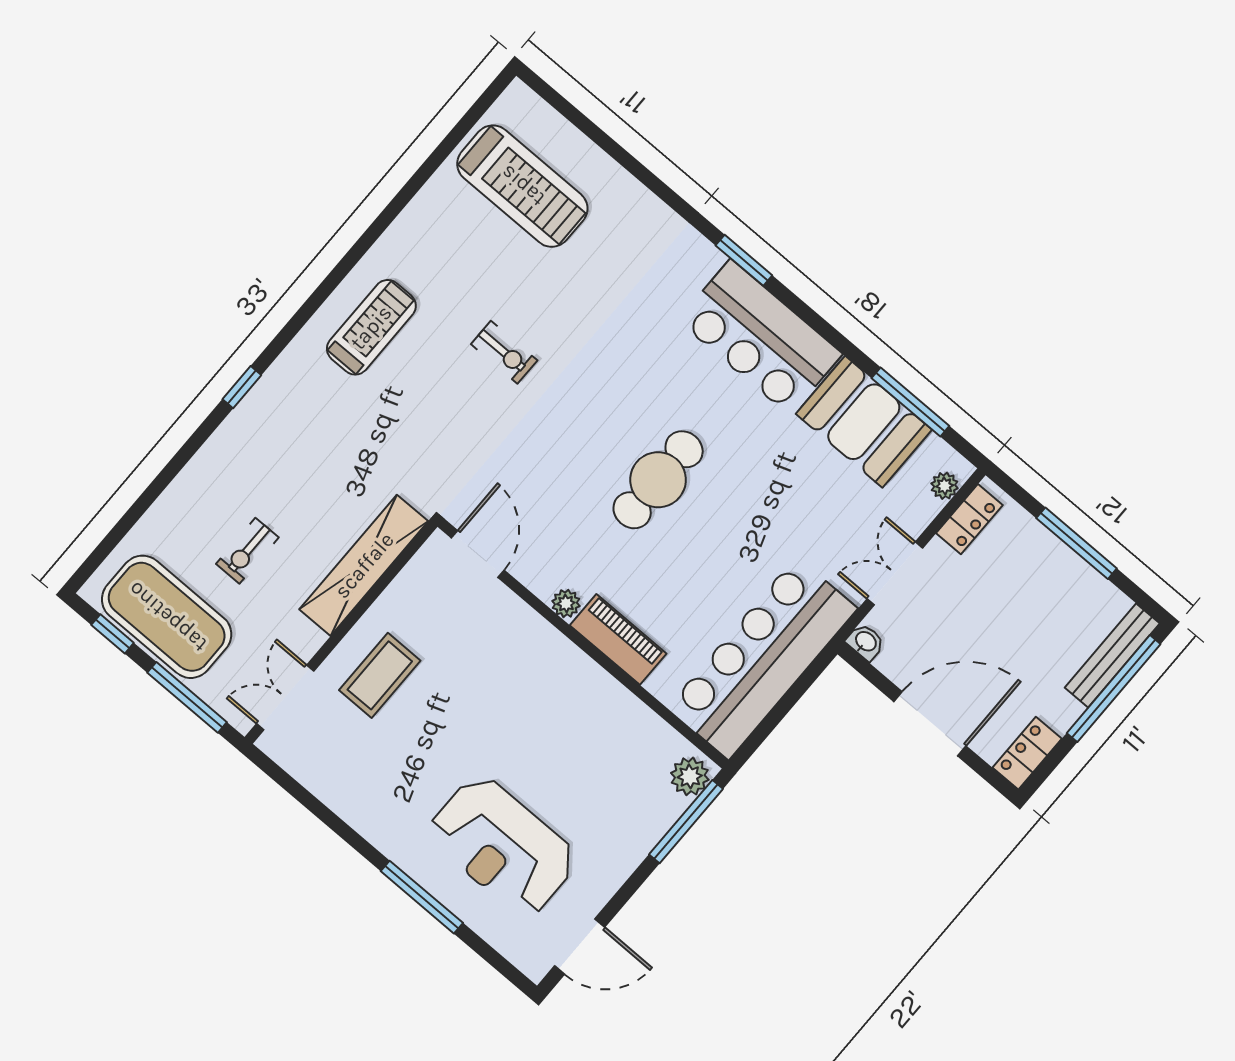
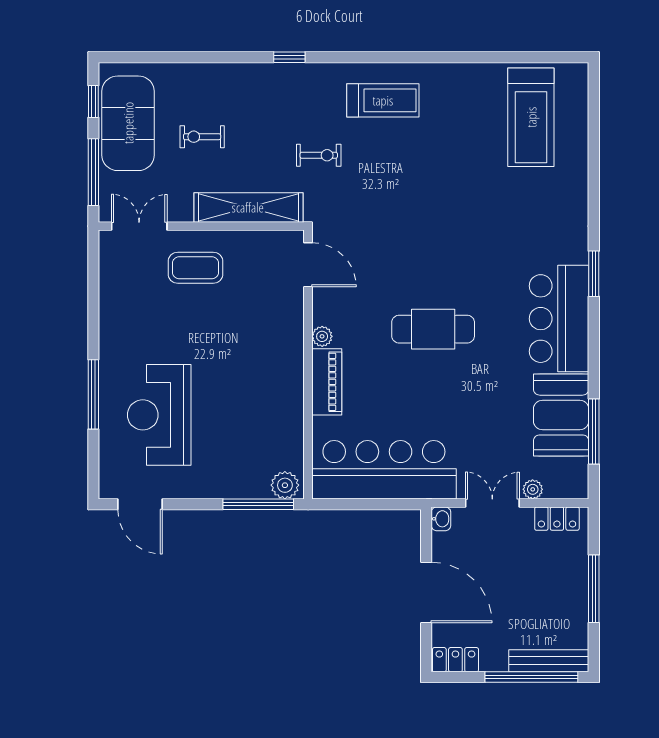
exercise bike: (504, 352) -> (319, 155), moved, turned -90
plant: (945, 486) -> (533, 489), moved
door: (478, 554) -> (308, 265), hinge flipped

